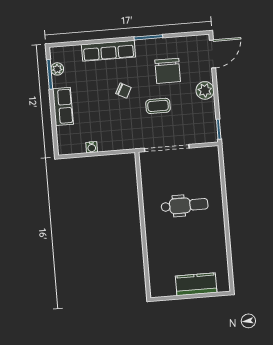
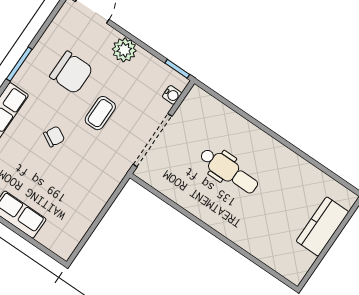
water cooler: (92, 147) -> (172, 95), moved
dental chair: (185, 205) -> (229, 171), turned 90

